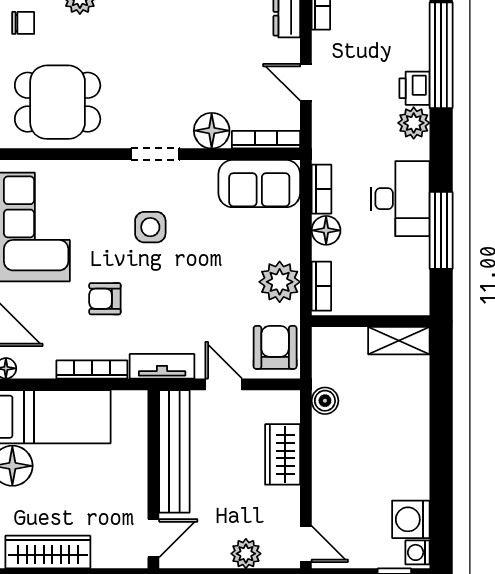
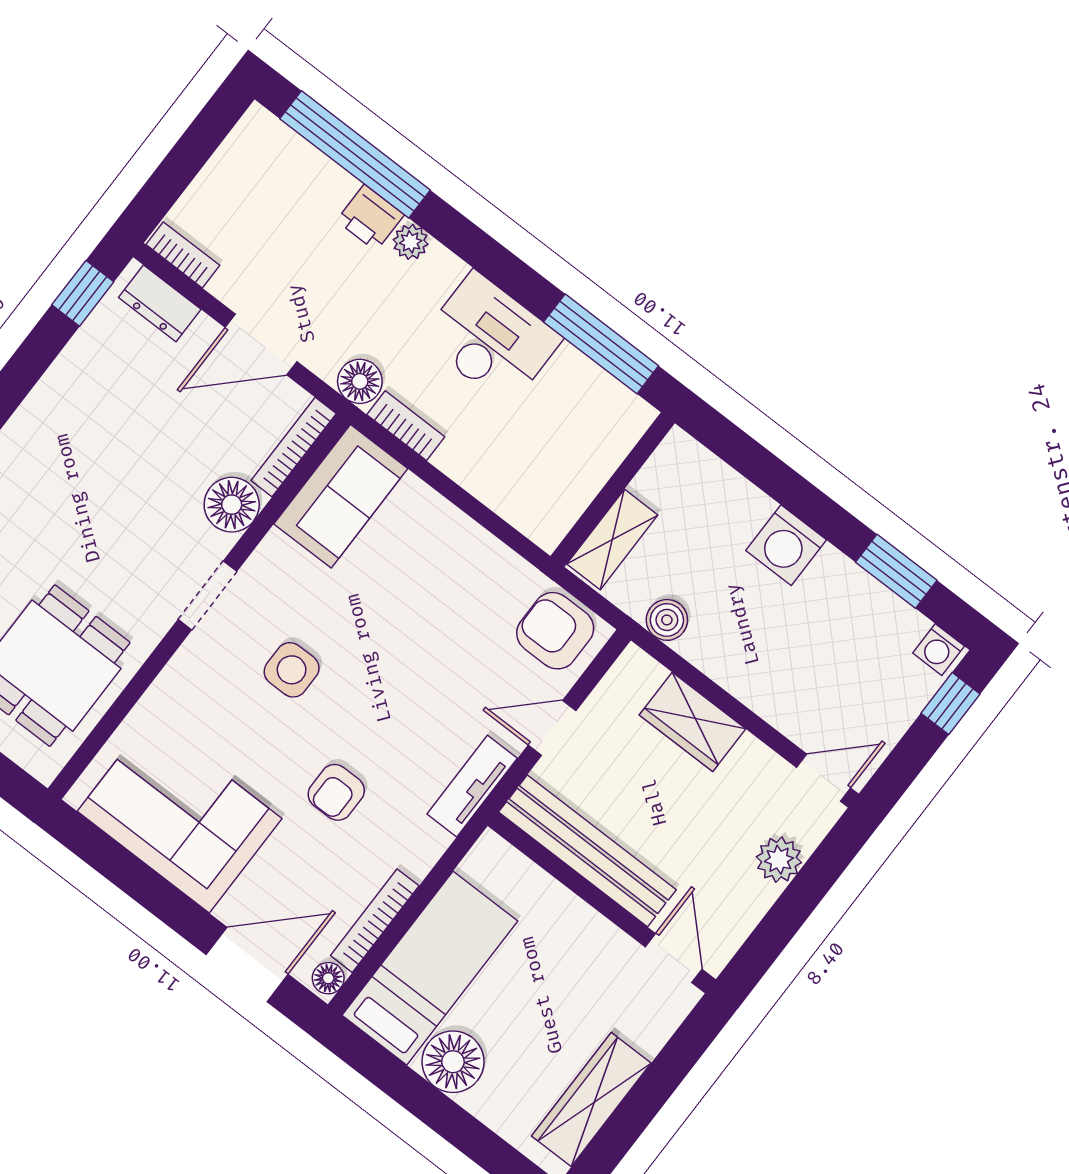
door: (306, 82) -> (261, 344), width x1.38
plant: (414, 123) -> (411, 242), width x0.73, depth x0.73
floor lamp: (326, 230) -> (360, 381), moved
window: (441, 230) -> (601, 344), moved
plant: (280, 282) -> (480, 564), removed
bookcase: (321, 286) -> (524, 517), removed
shelving: (399, 341) -> (612, 539), moved
bookcase: (92, 370) -> (375, 921), moved
window: (441, 500) -> (896, 571), added
washing machine: (411, 519) -> (786, 545), moved

